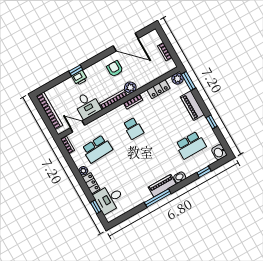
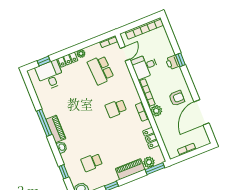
plant: (178, 79) -> (149, 162), moved
school desk: (191, 145) -> (92, 162), width x0.54

